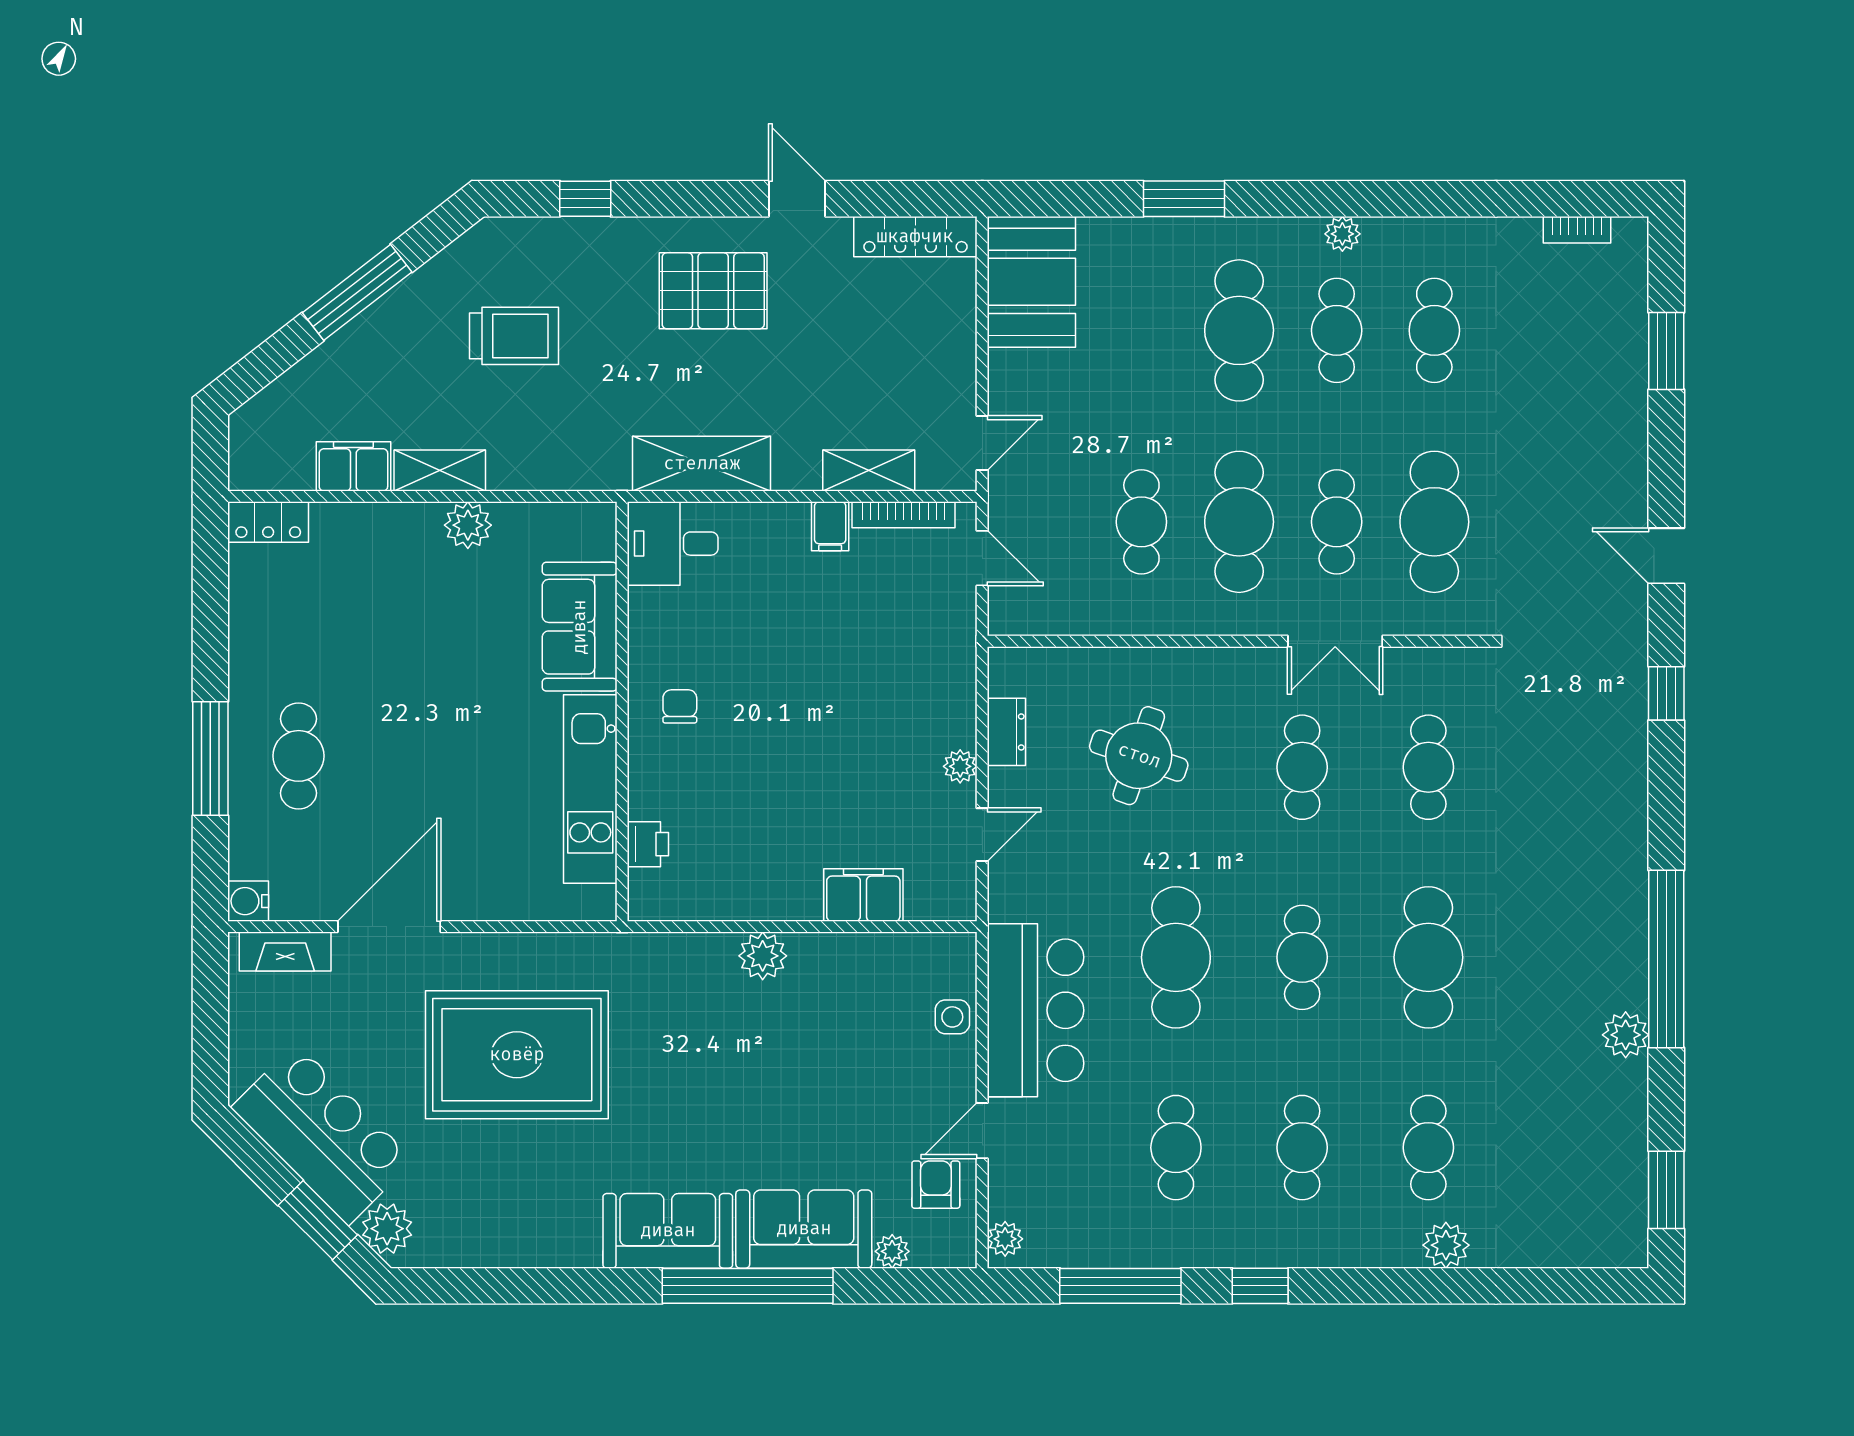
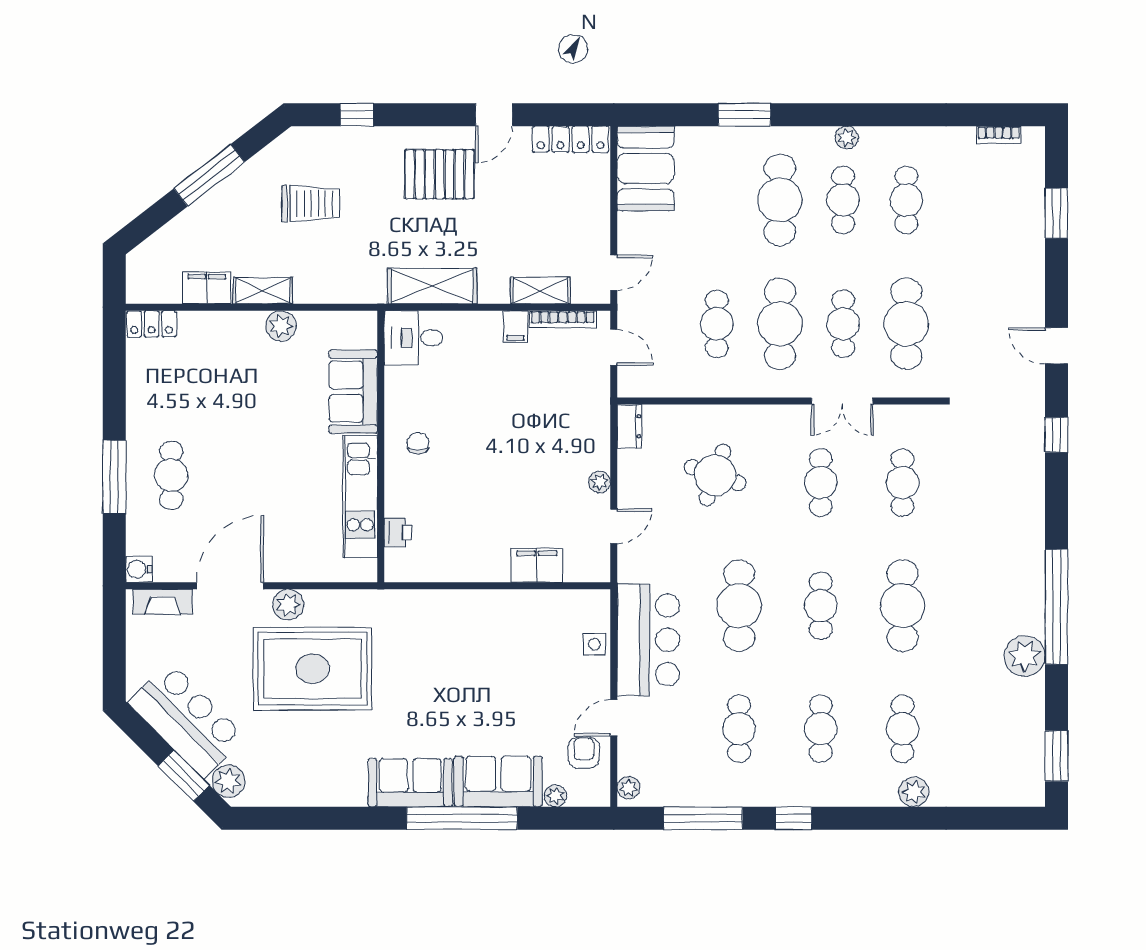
door: (797, 199) -> (494, 115), swing flipped
dresser: (1006, 732) -> (629, 426), moved
plant: (763, 956) -> (288, 605), moved
plant: (1626, 1035) -> (1025, 656), width x1.36, depth x1.36

